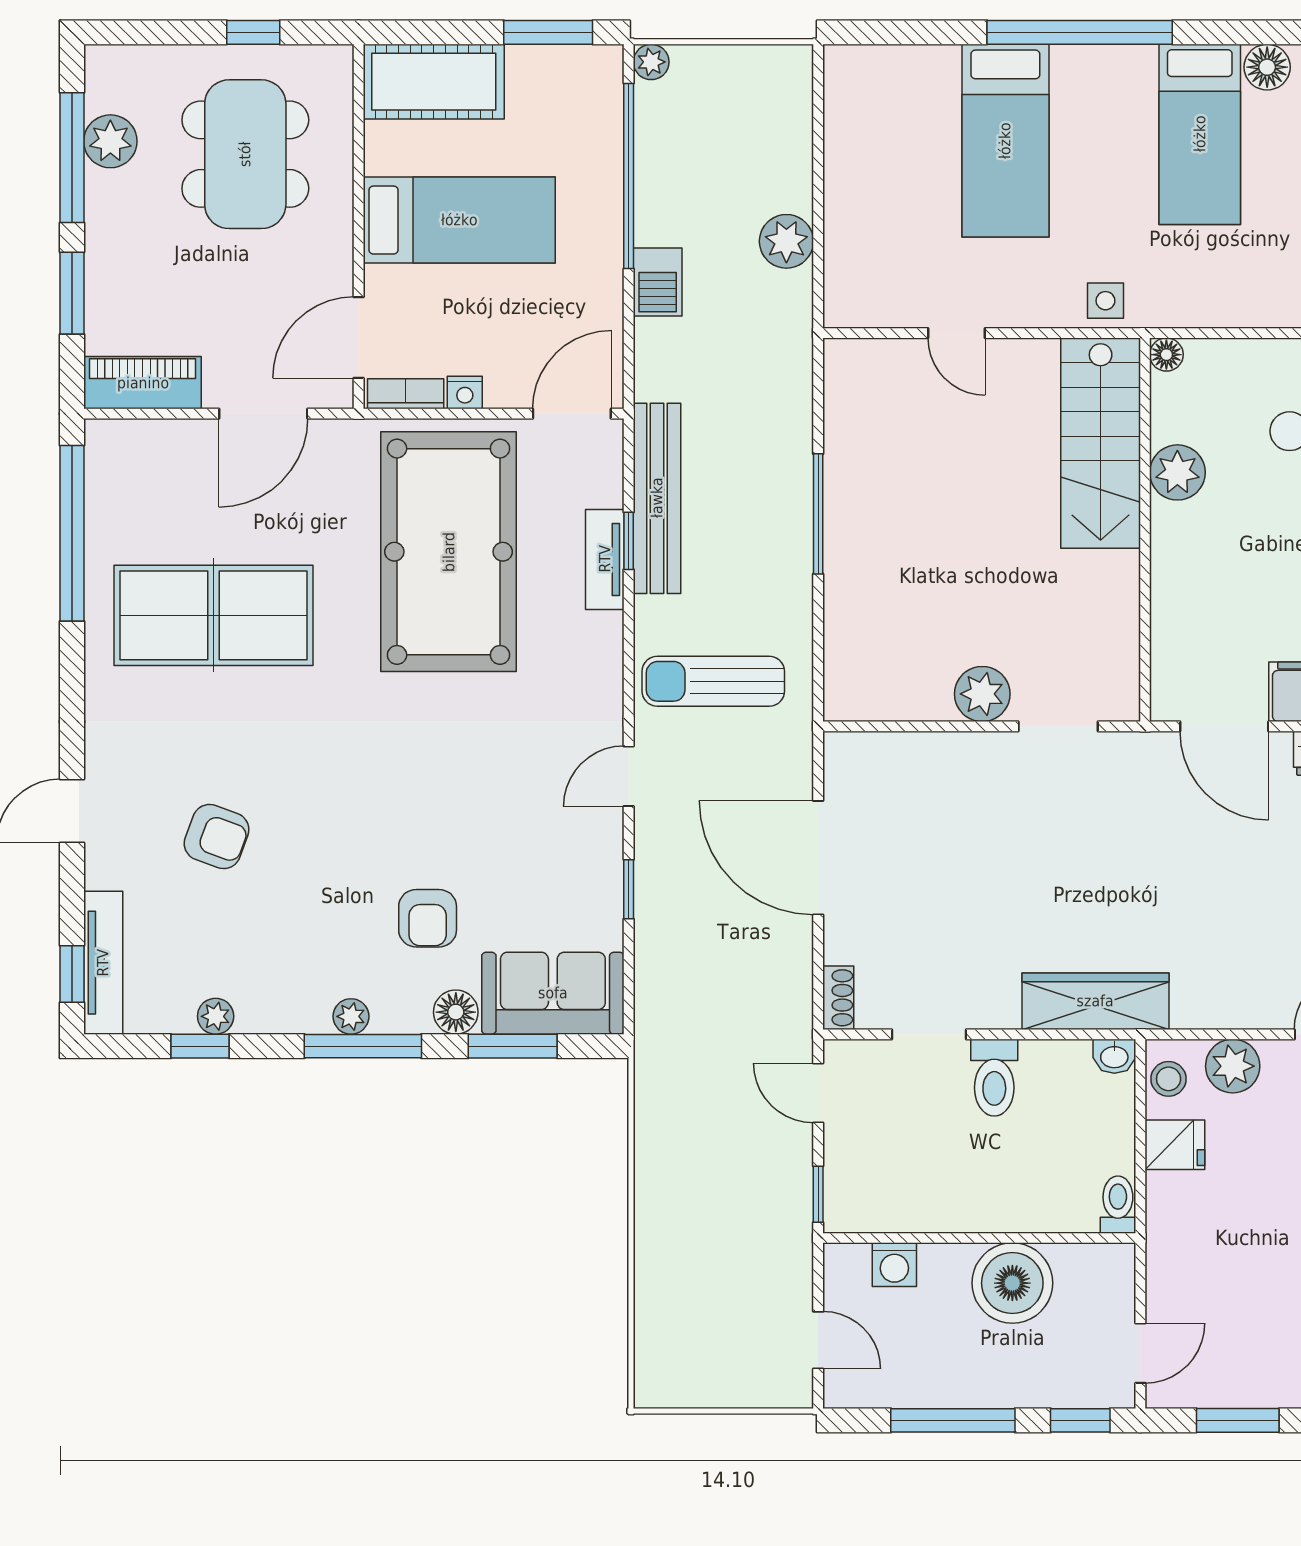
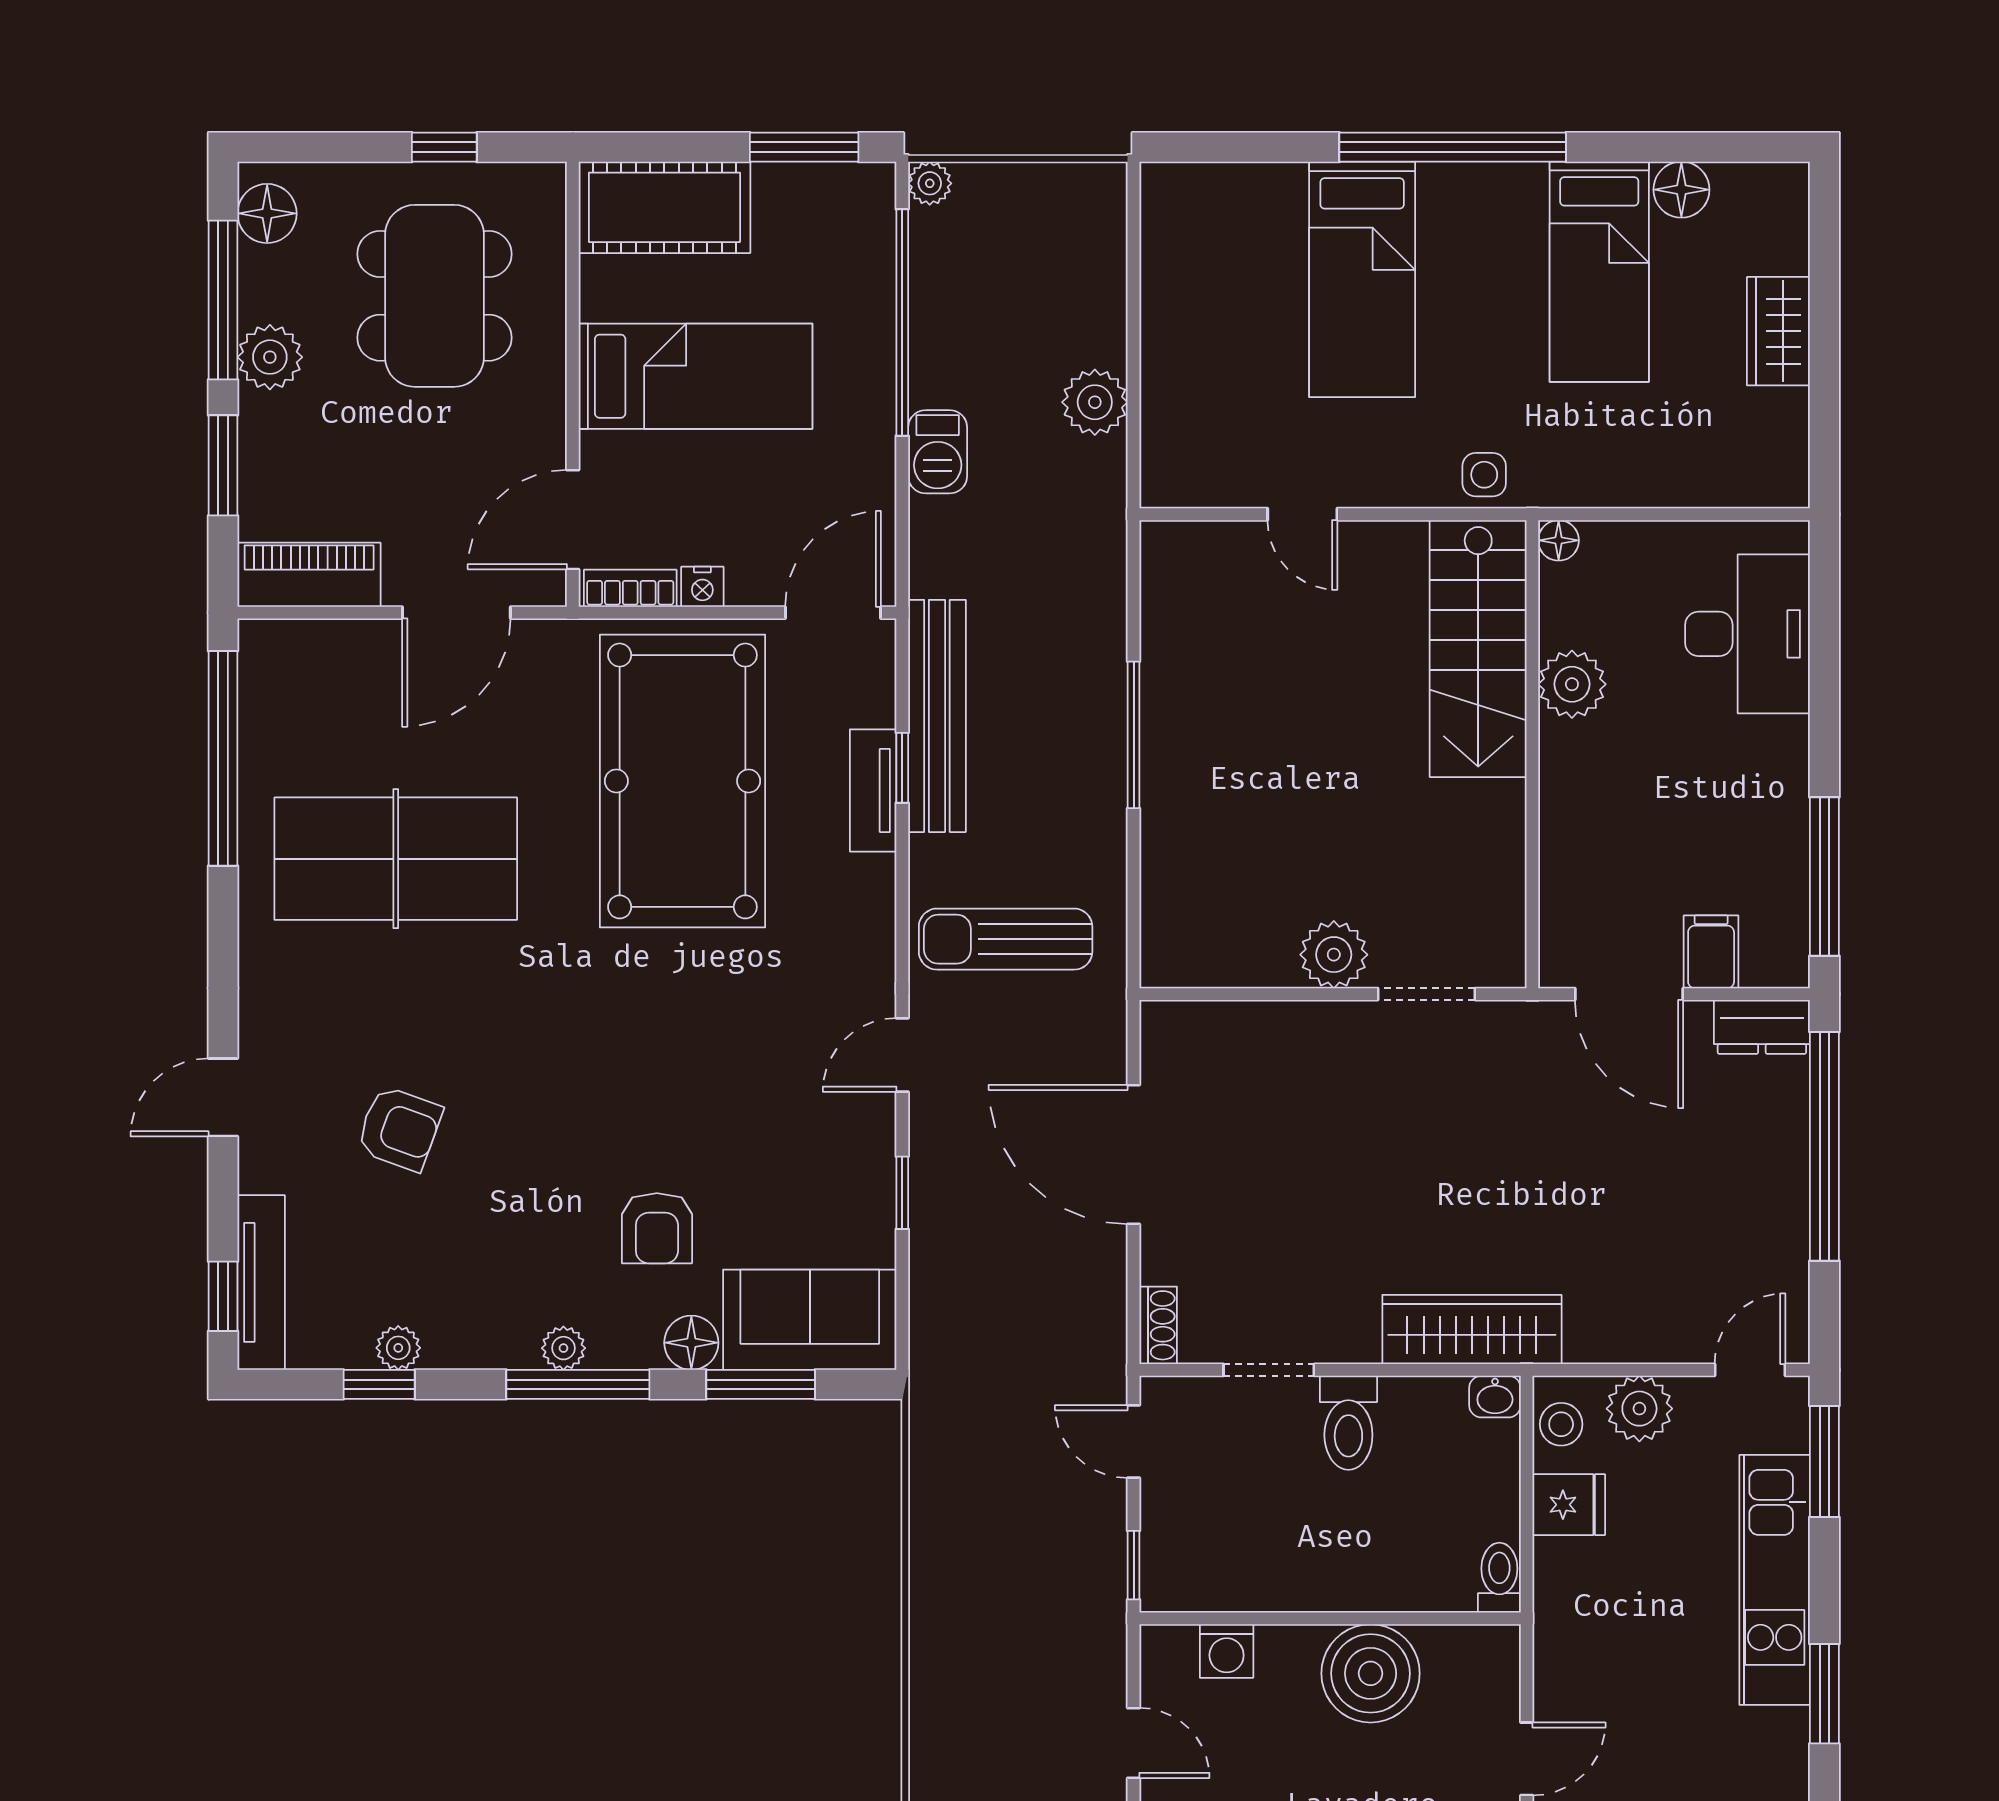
floor lamp: (108, 87) -> (267, 213), added
plant: (110, 141) -> (270, 357), moved

